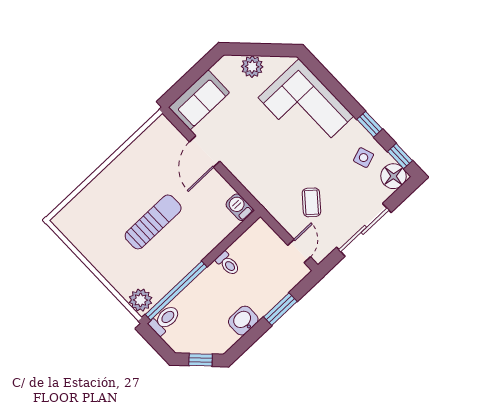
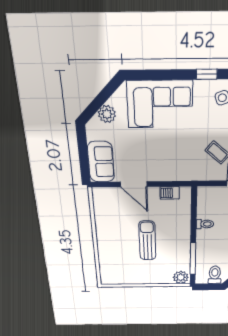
barbecue: (239, 207) -> (170, 193), moved
window: (176, 291) -> (193, 259), width x0.68
toilet: (165, 320) -> (215, 275), moved

